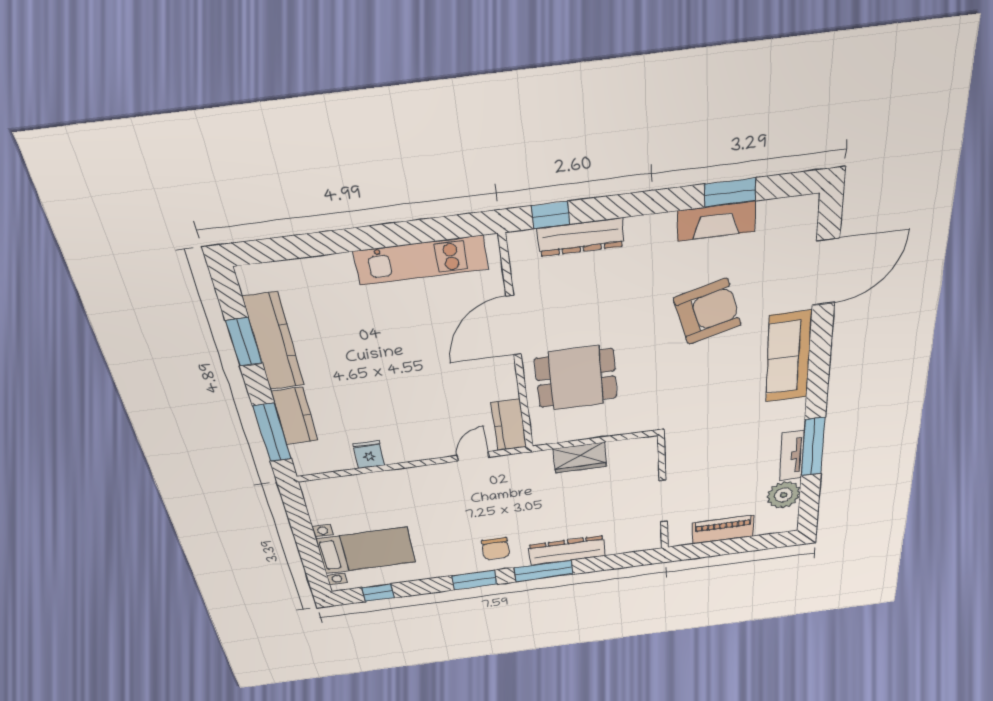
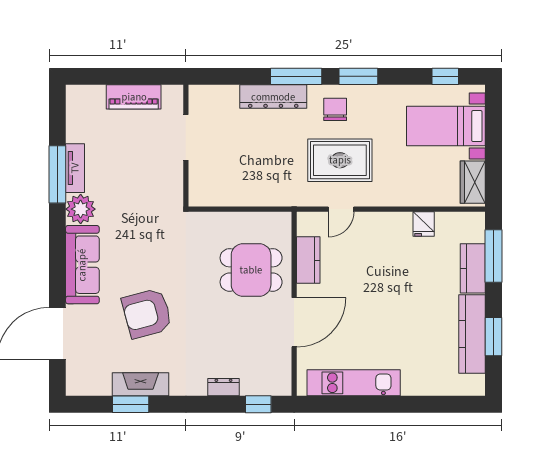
dresser: (581, 237) -> (223, 387), width x0.51, depth x0.80
kitchen counter: (509, 425) -> (308, 260), moved
wardrobe: (580, 458) -> (473, 182), moved, turned -90
plant: (784, 495) -> (81, 209), moved
rug: (482, 503) -> (340, 160), added

